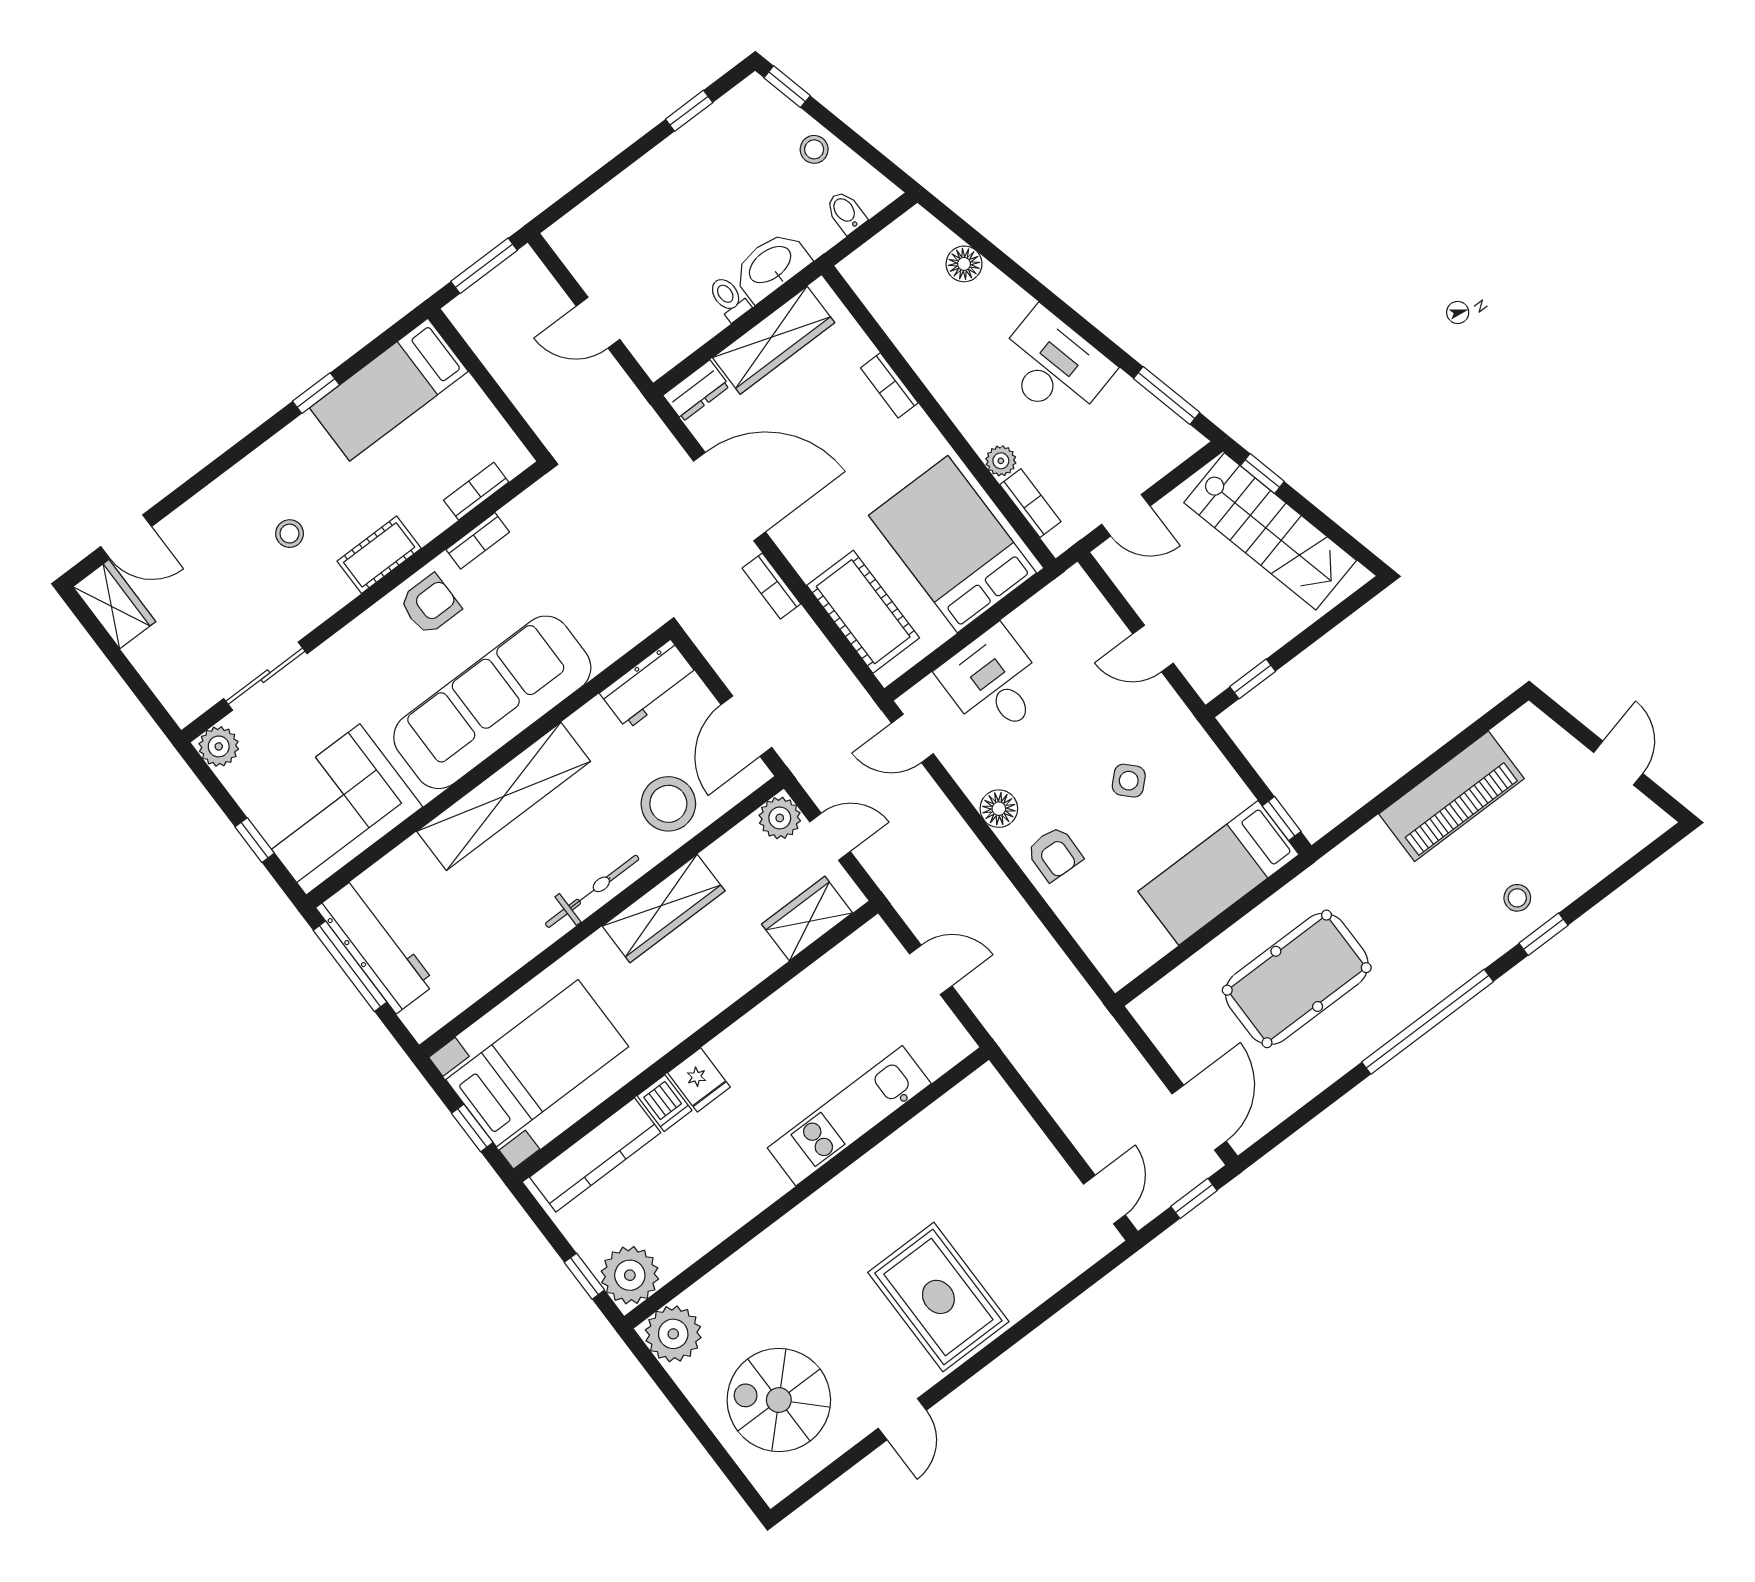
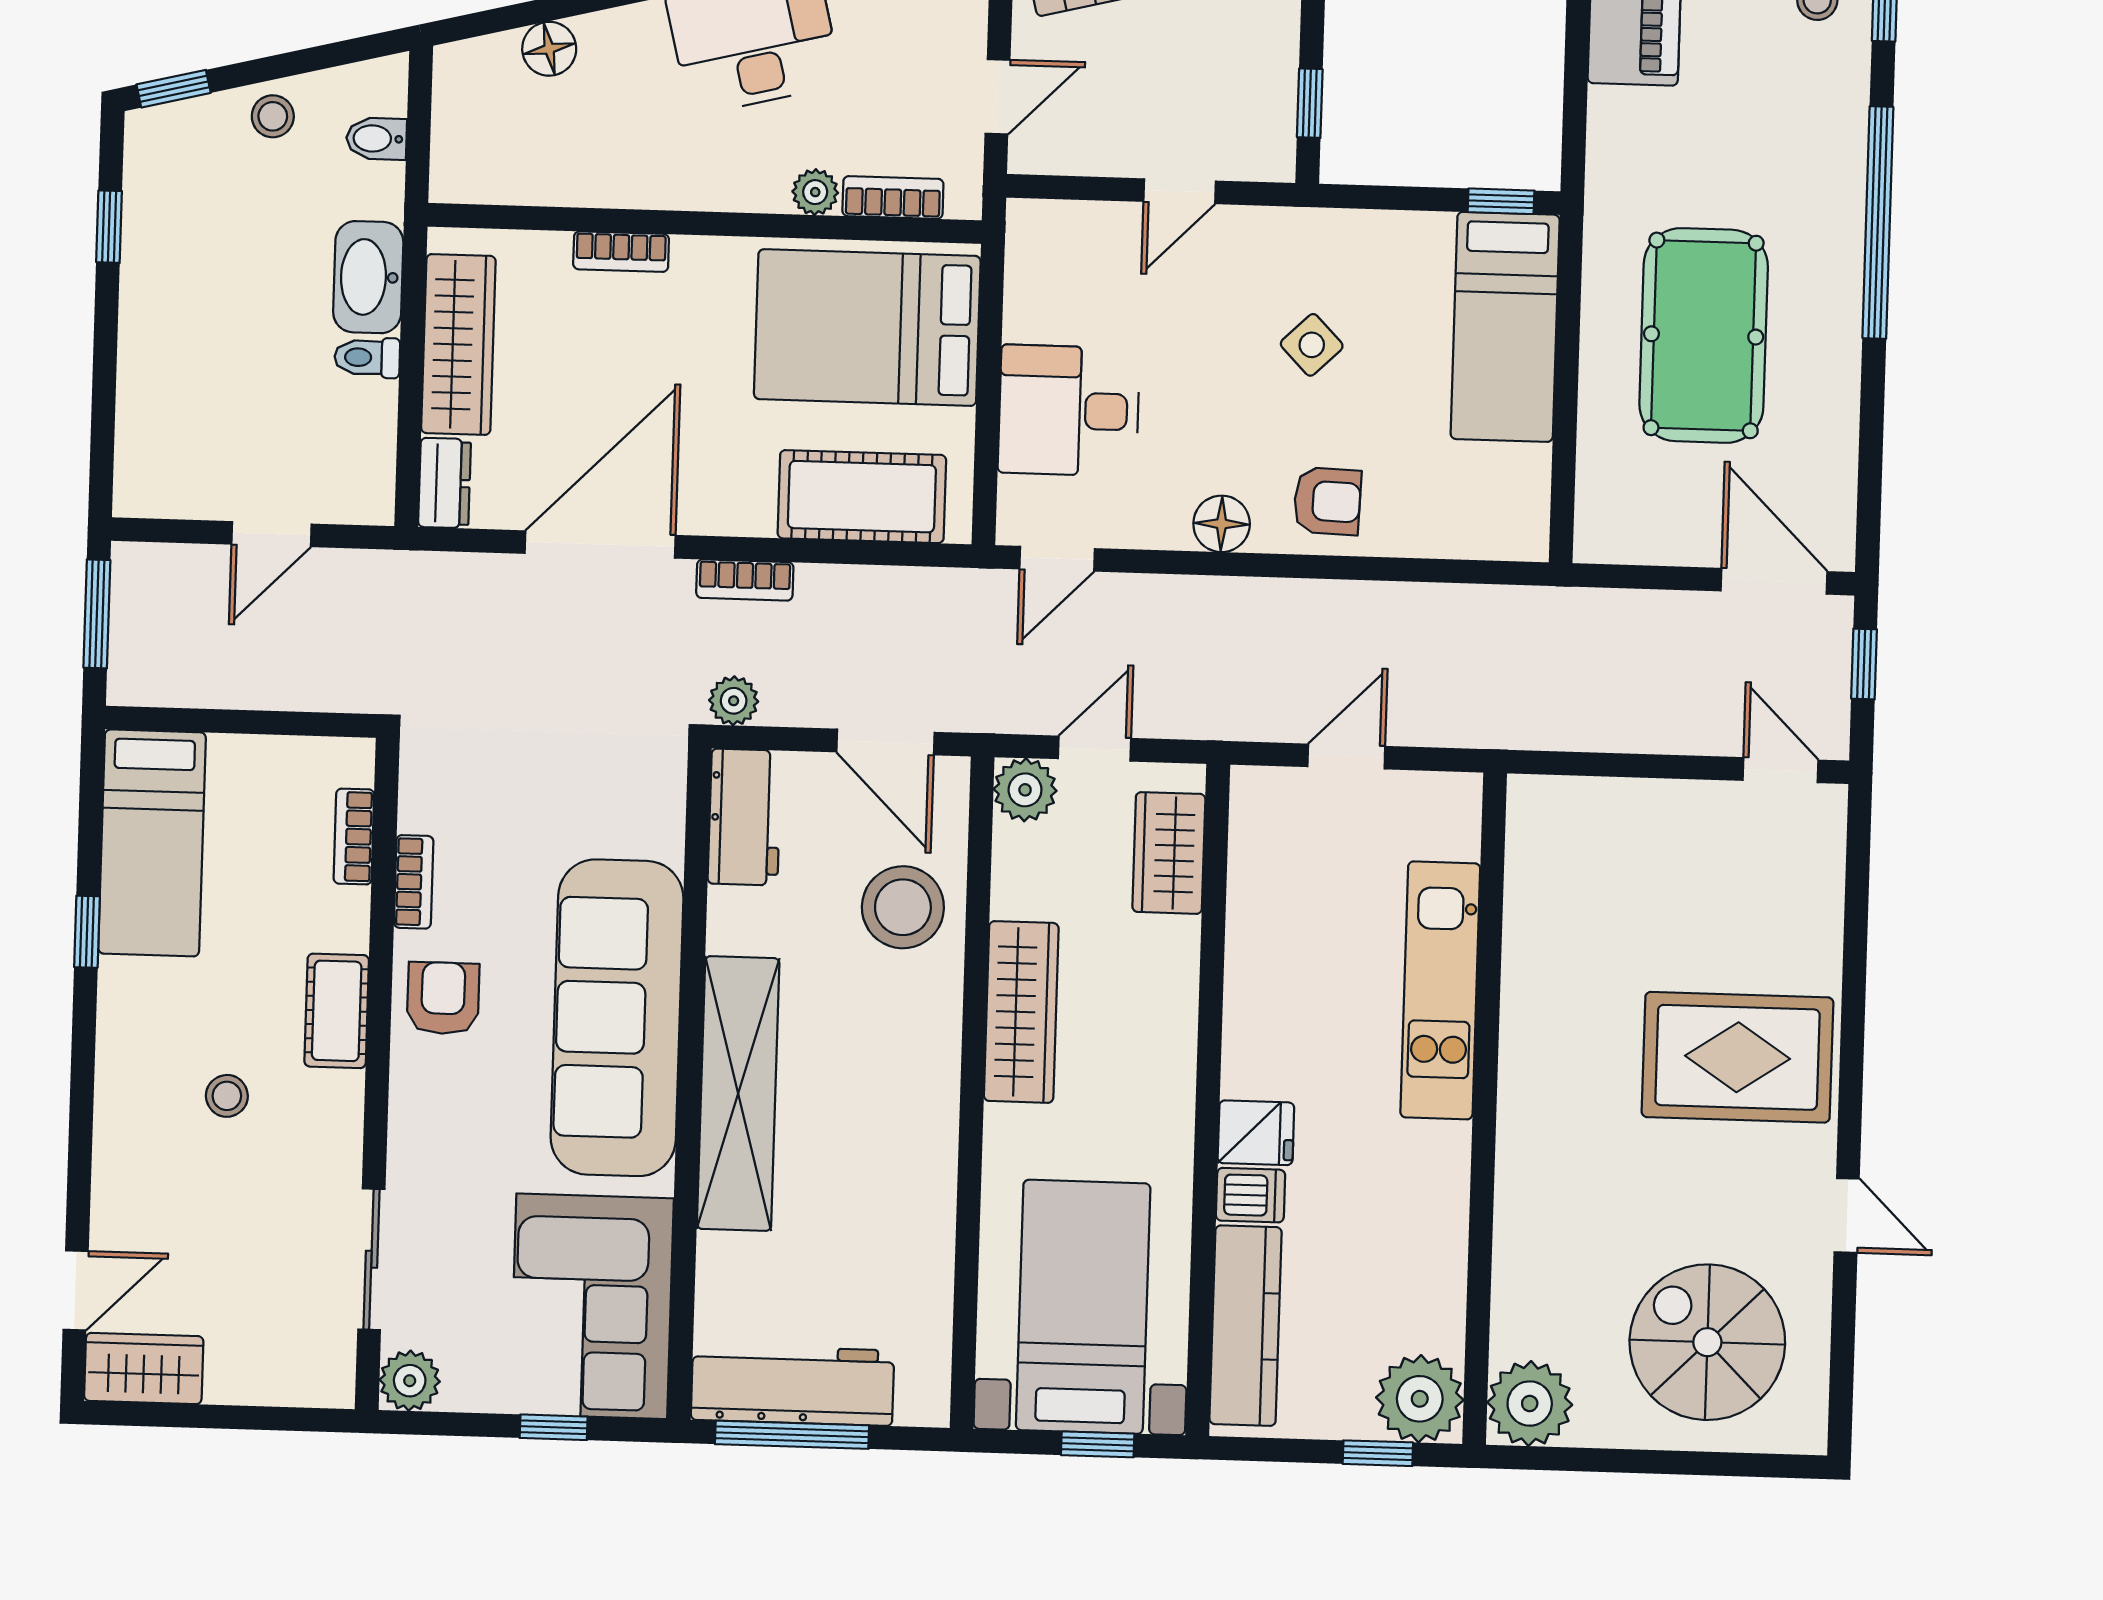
plant: (704, 631) -> (734, 701), added
bicycle: (592, 891) -> (933, 1079), removed
spiral stairs: (779, 1400) -> (1707, 1342), turned 90

